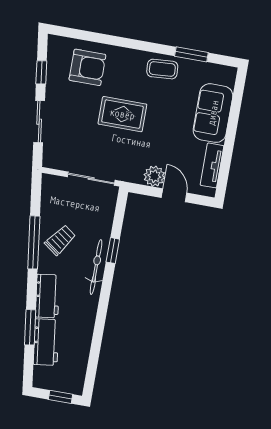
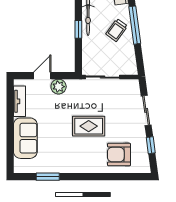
coffee table: (162, 69) -> (66, 163), removed
door: (174, 195) -> (42, 76), swing flipped

